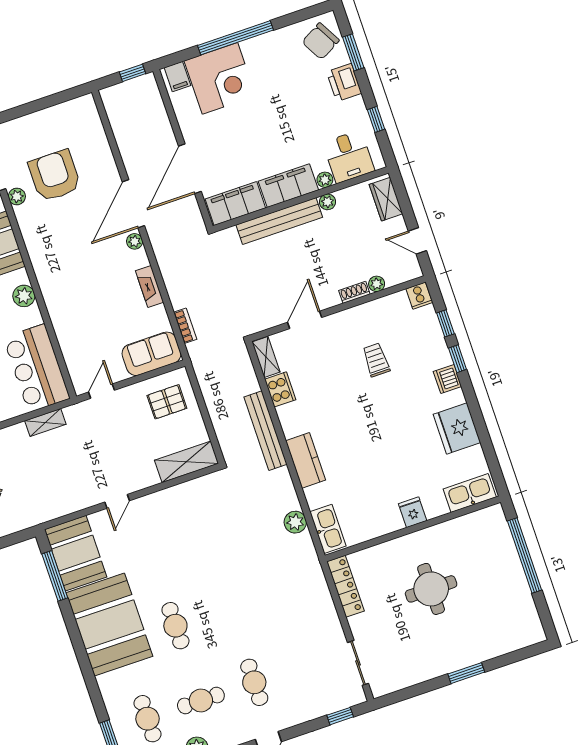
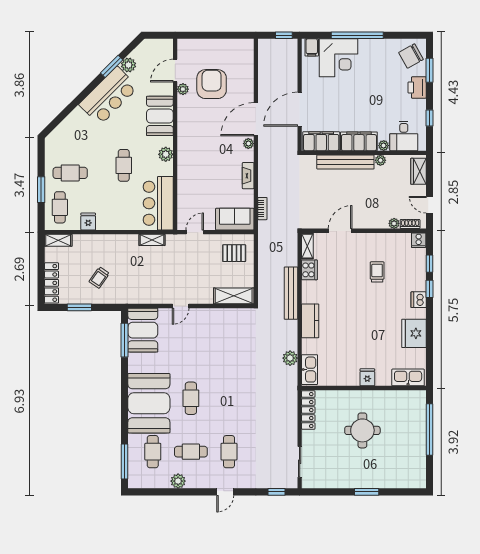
shoe rack: (354, 292) -> (410, 224), moved
booth: (109, 625) -> (149, 403), moved

